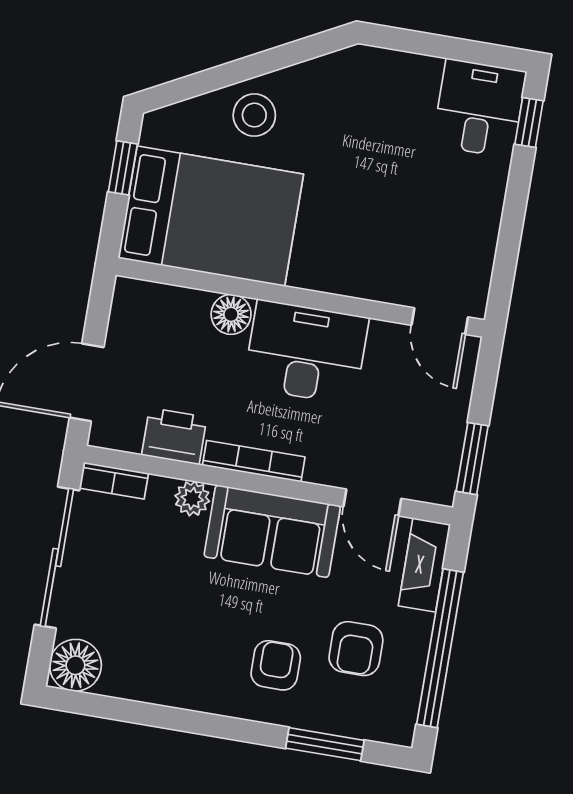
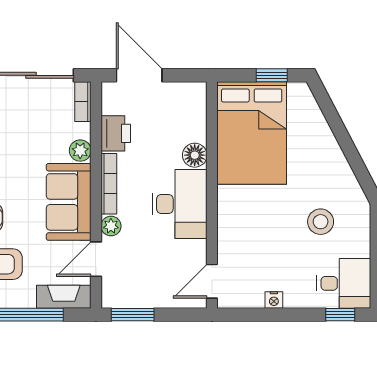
stool: (254, 115) -> (321, 222), moved
nightstand: (487, 226) -> (274, 300), added
plant: (323, 469) -> (111, 226), added

